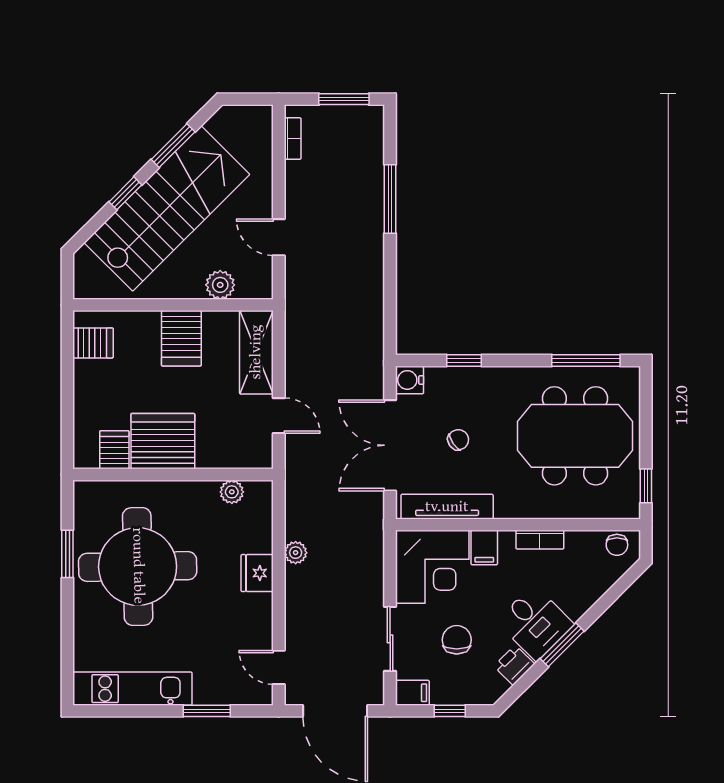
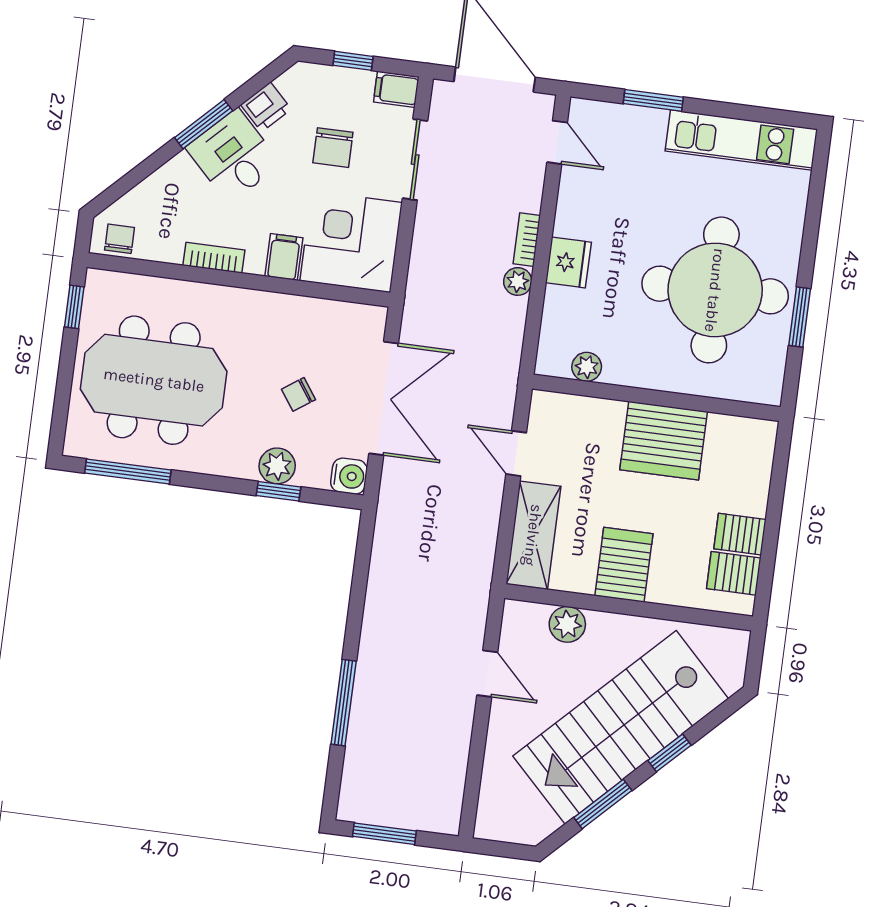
bookcase: (293, 139) -> (527, 240), moved
plant: (468, 381) -> (277, 466), added
server rack: (114, 450) -> (740, 534), moved, turned 90
tv unit: (447, 507) -> (323, 314), removed

